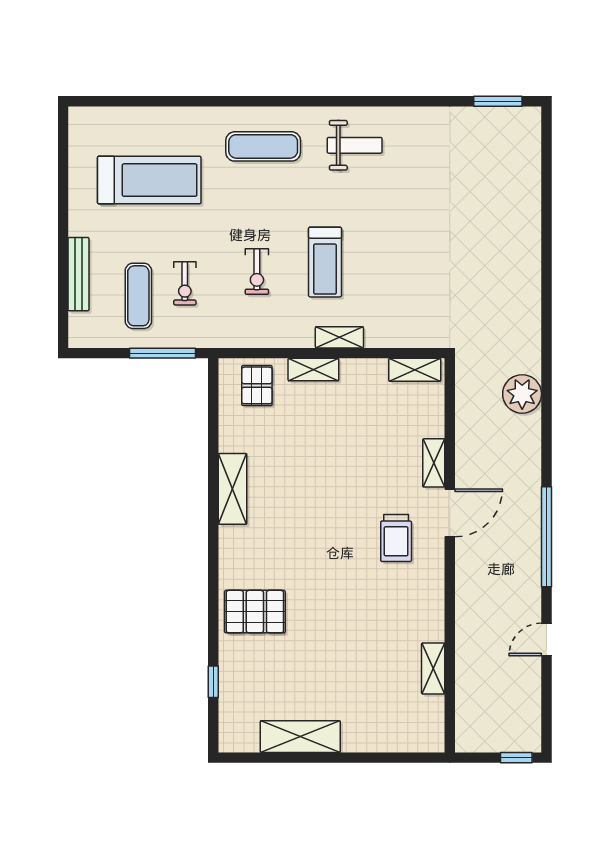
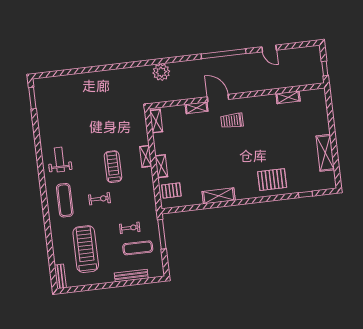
bench: (95, 117) -> (60, 276), added
treadmill: (325, 262) -> (113, 167), turned -90
exercise bike: (257, 272) -> (99, 199), moved
trolley: (396, 538) -> (232, 121), turned 180
pallet: (255, 612) -> (272, 180), turned 90
window: (516, 758) -> (325, 68), moved

